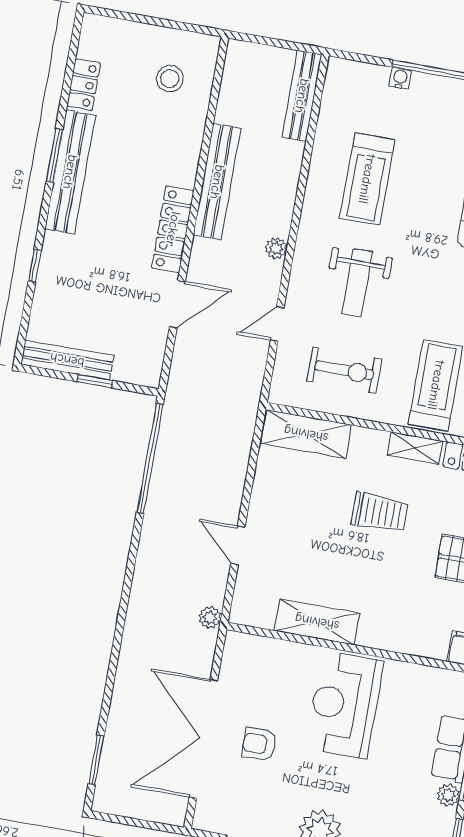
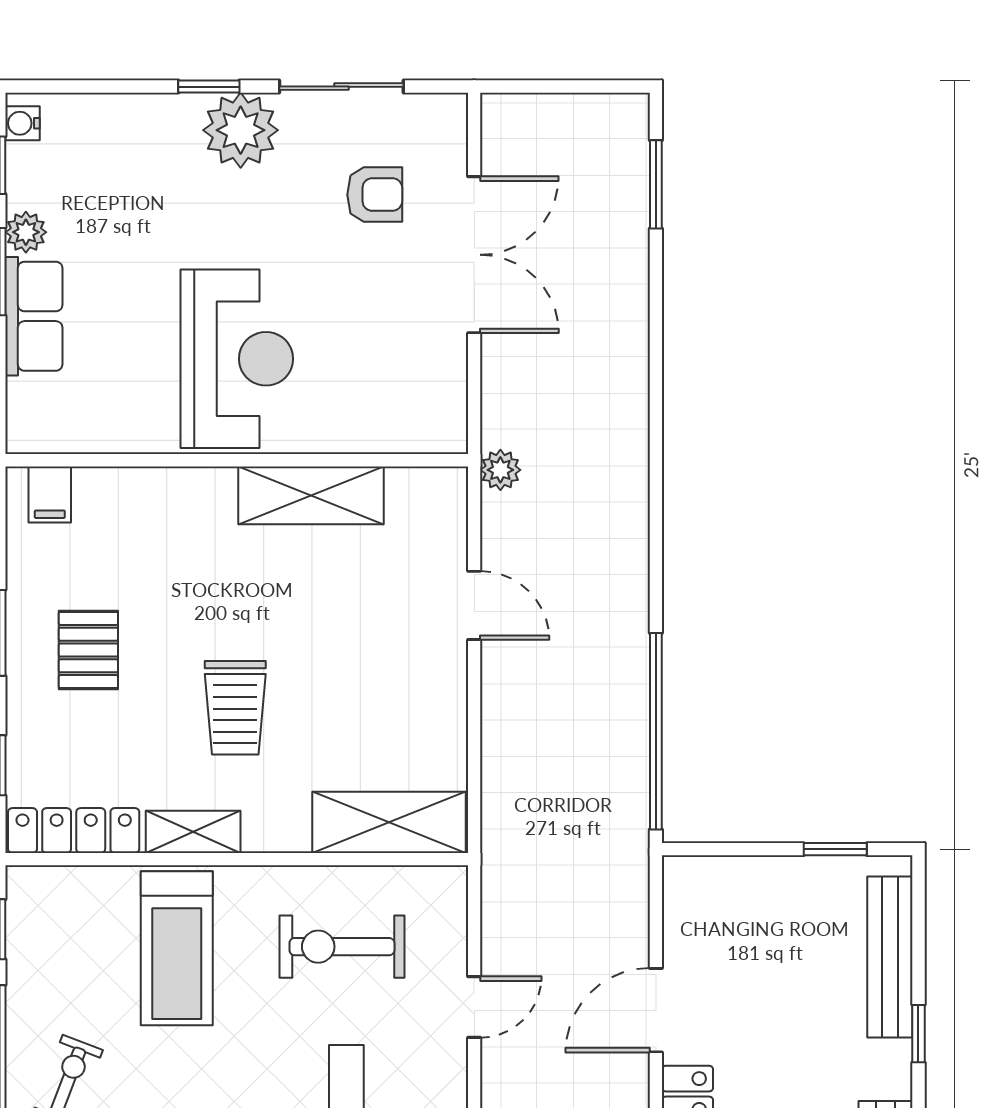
bench: (67, 360) -> (890, 957), moved, turned 90
window: (95, 381) -> (835, 849), moved
trolley: (380, 512) -> (235, 708), turned -90
double door: (203, 739) -> (474, 255), width x0.73
armchair: (259, 744) -> (375, 195), moved

